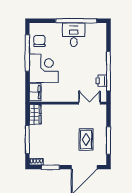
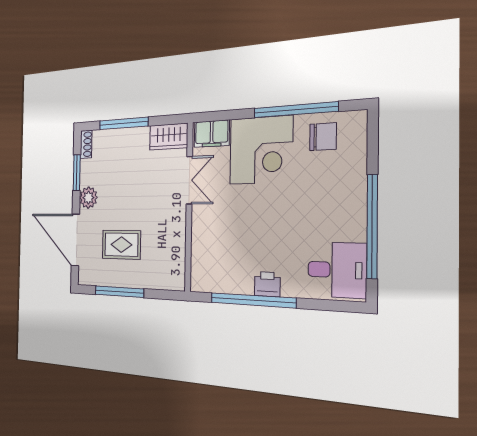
desk: (74, 35) -> (337, 270), moved
printer: (101, 81) -> (267, 284), moved
double door: (89, 103) -> (189, 180), moved
plant: (63, 160) -> (88, 198), added

